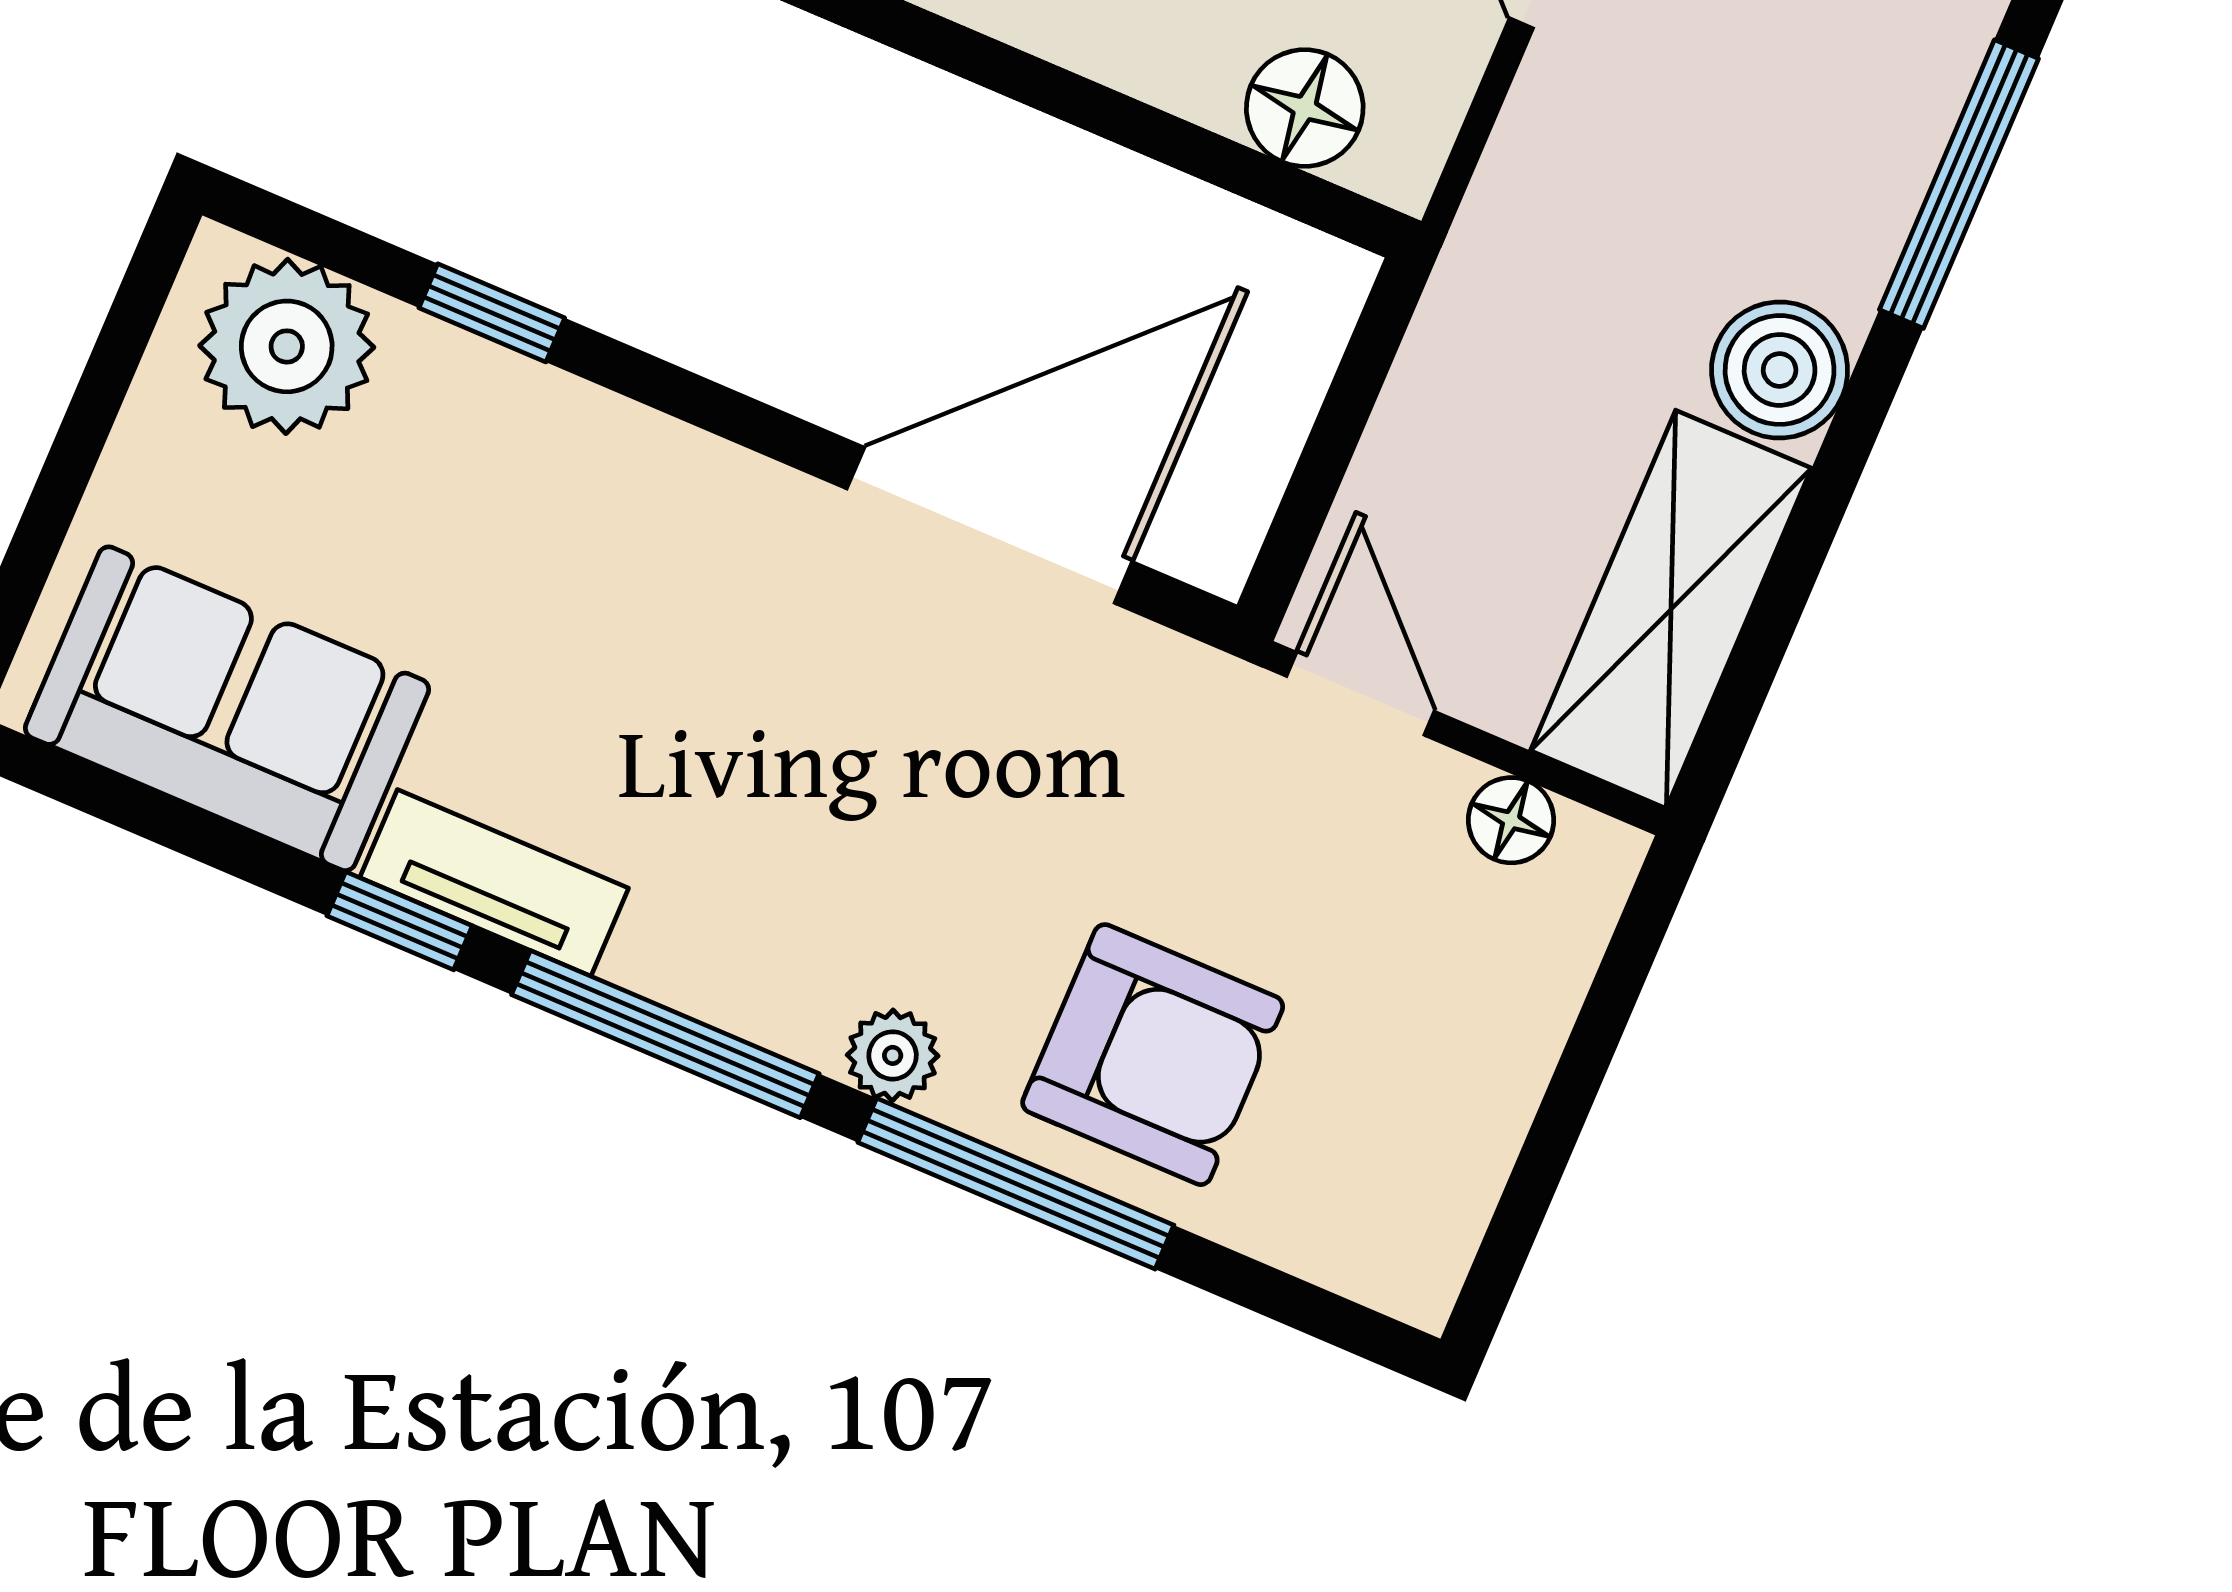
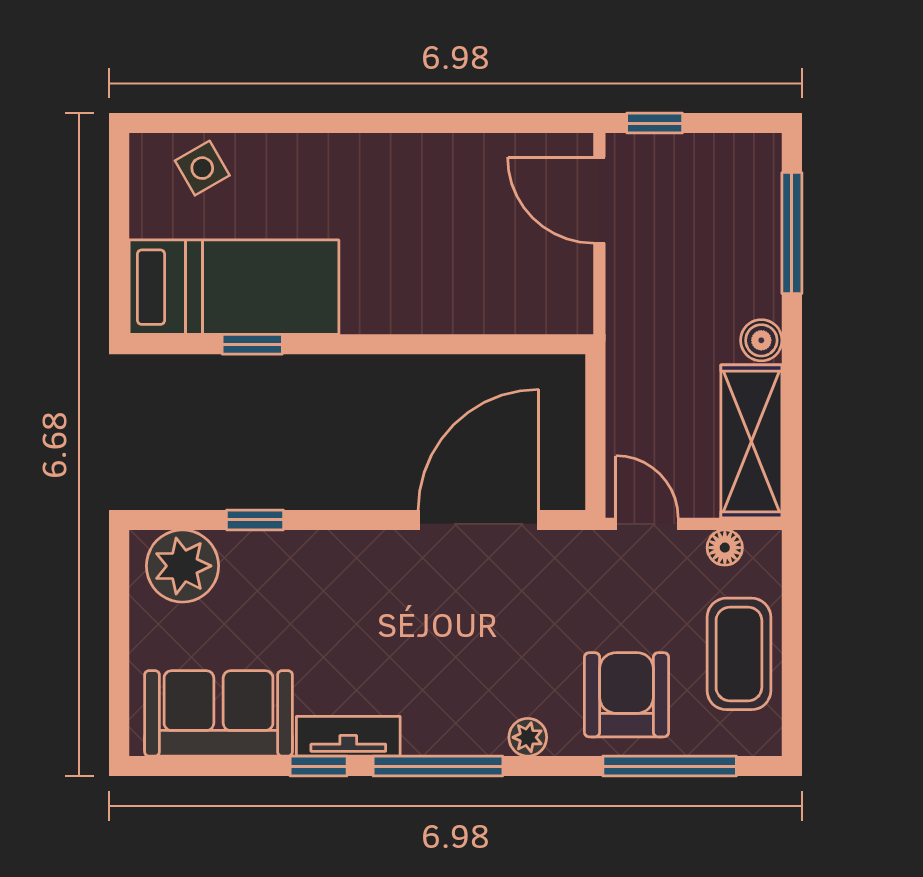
floor lamp: (1305, 108) -> (531, 310), removed
boiler: (1780, 370) -> (761, 340), width x0.73, depth x0.73
armchair: (1153, 1055) -> (627, 695), turned -90
coffee table: (1442, 1070) -> (739, 654), added
window: (1016, 1184) -> (670, 766), moved

